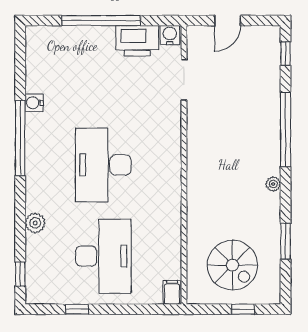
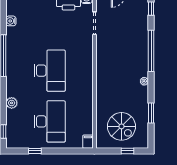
water cooler: (34, 103) -> (11, 21), moved
desk: (103, 165) -> (50, 71), turned 180

